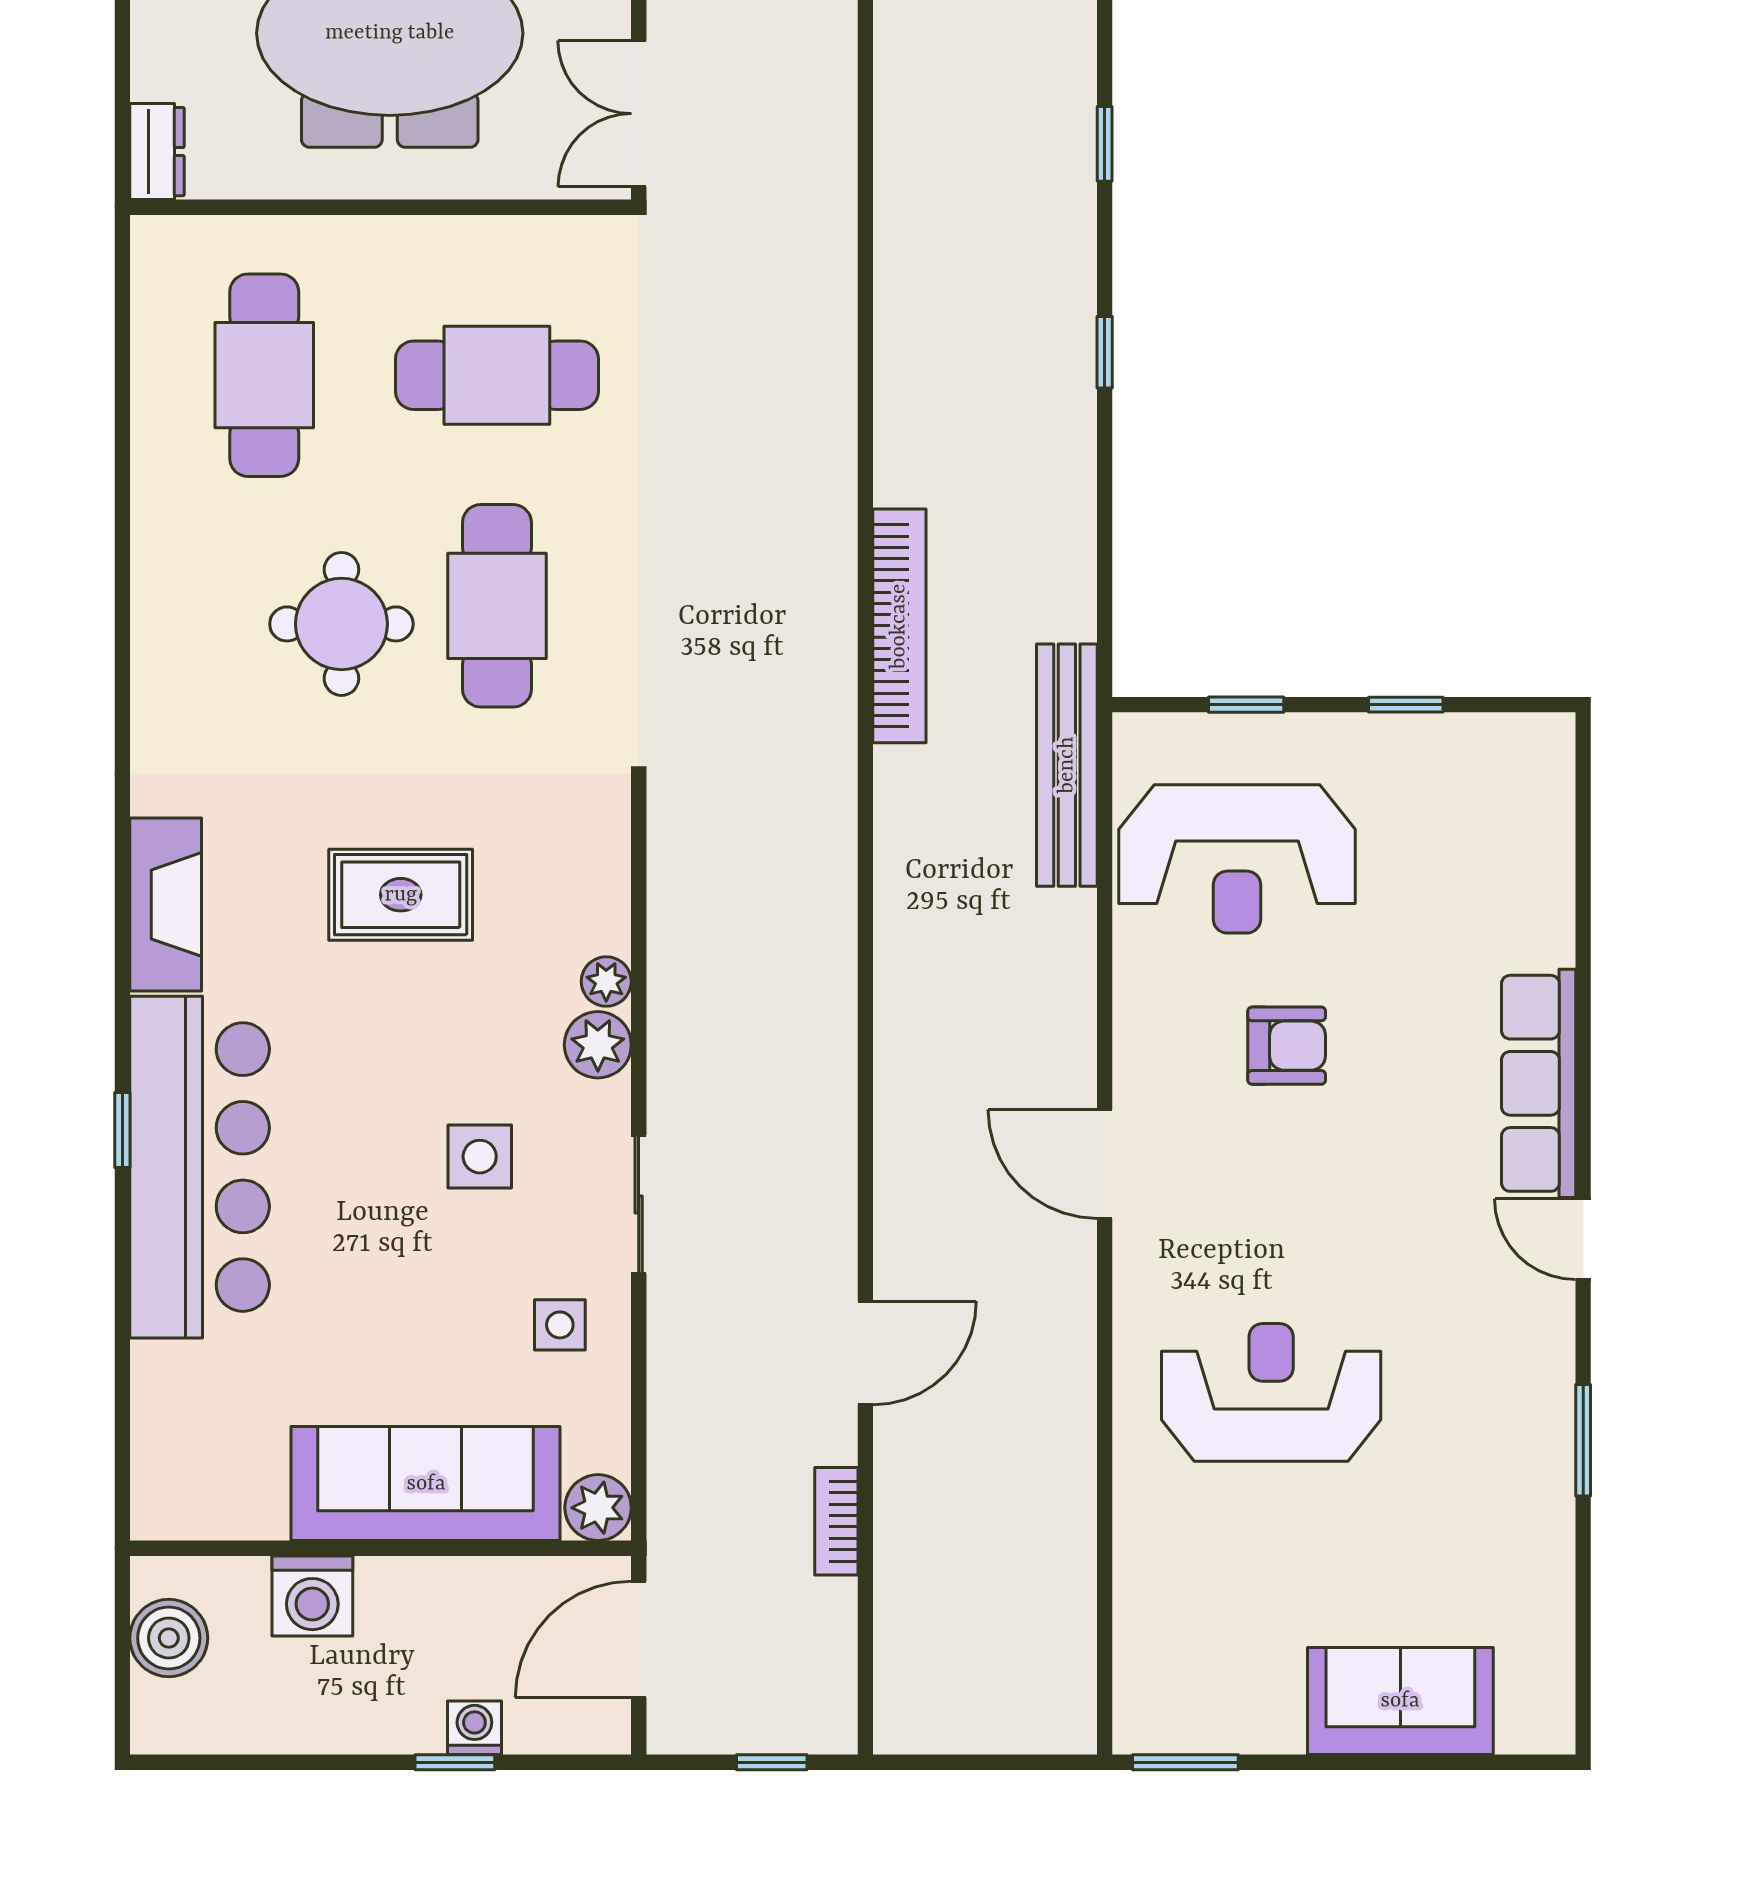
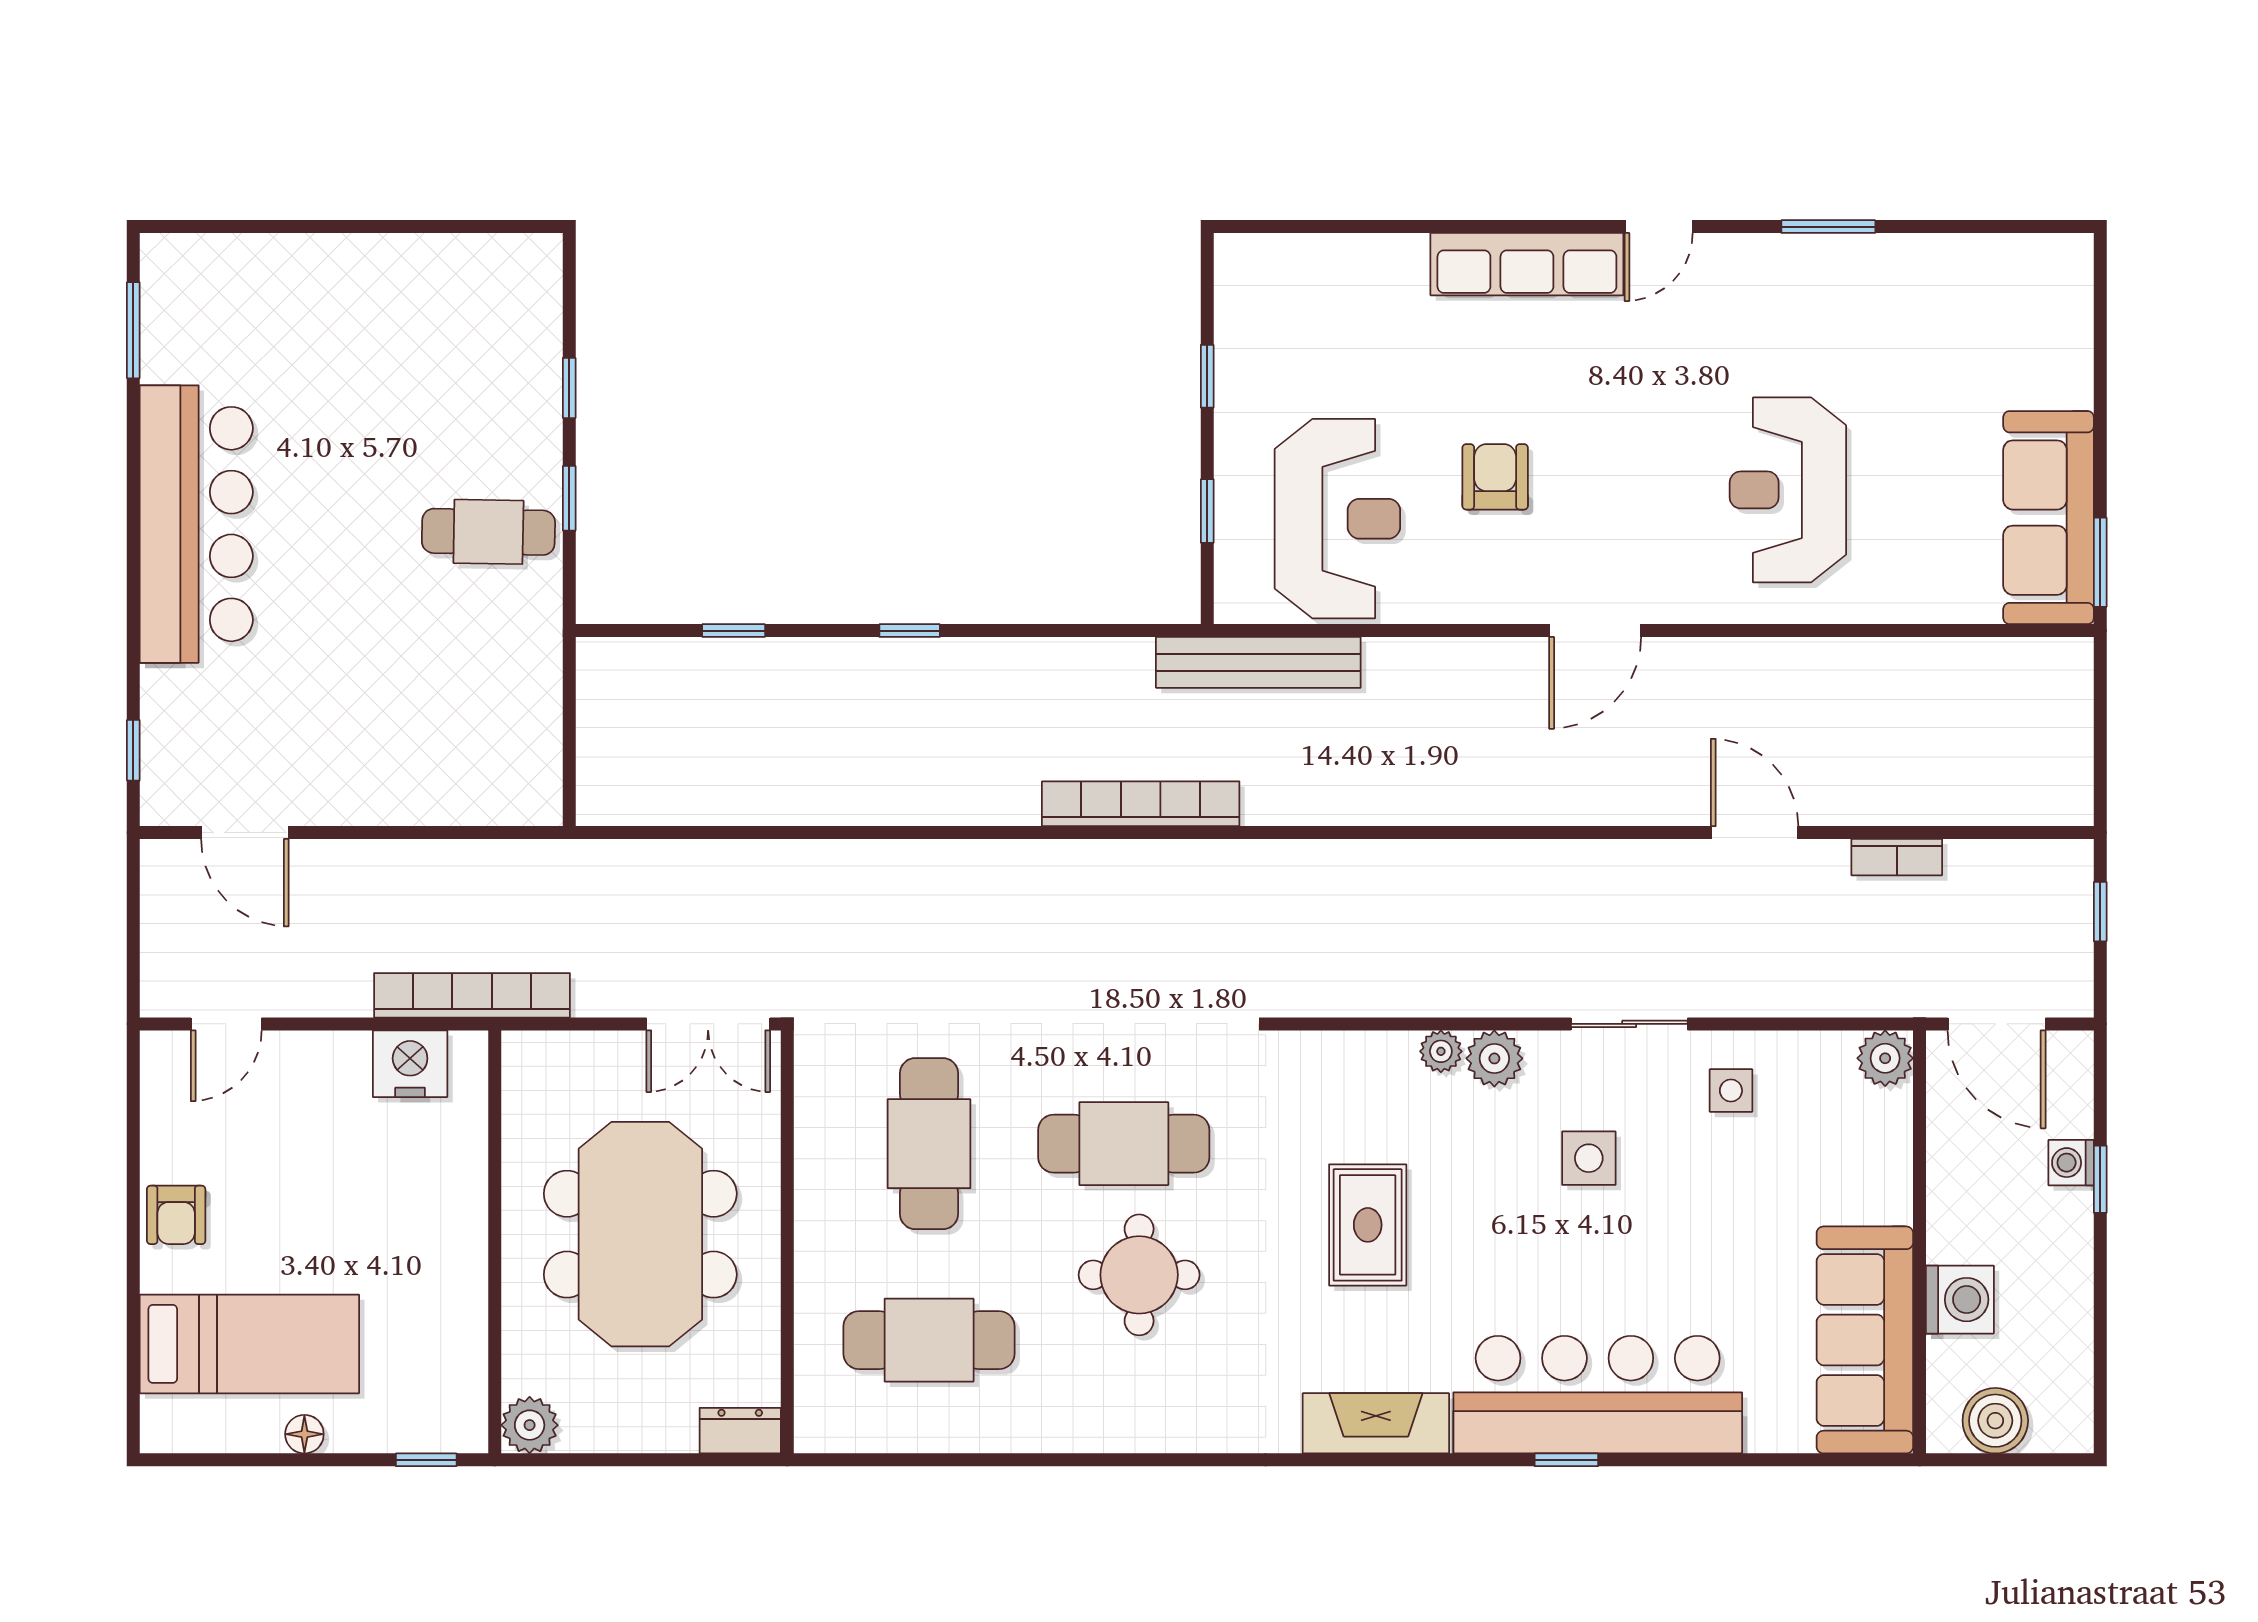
sofa: (426, 1484) -> (1865, 1340), moved
sofa: (1400, 1701) -> (2049, 518), moved, width x1.36

